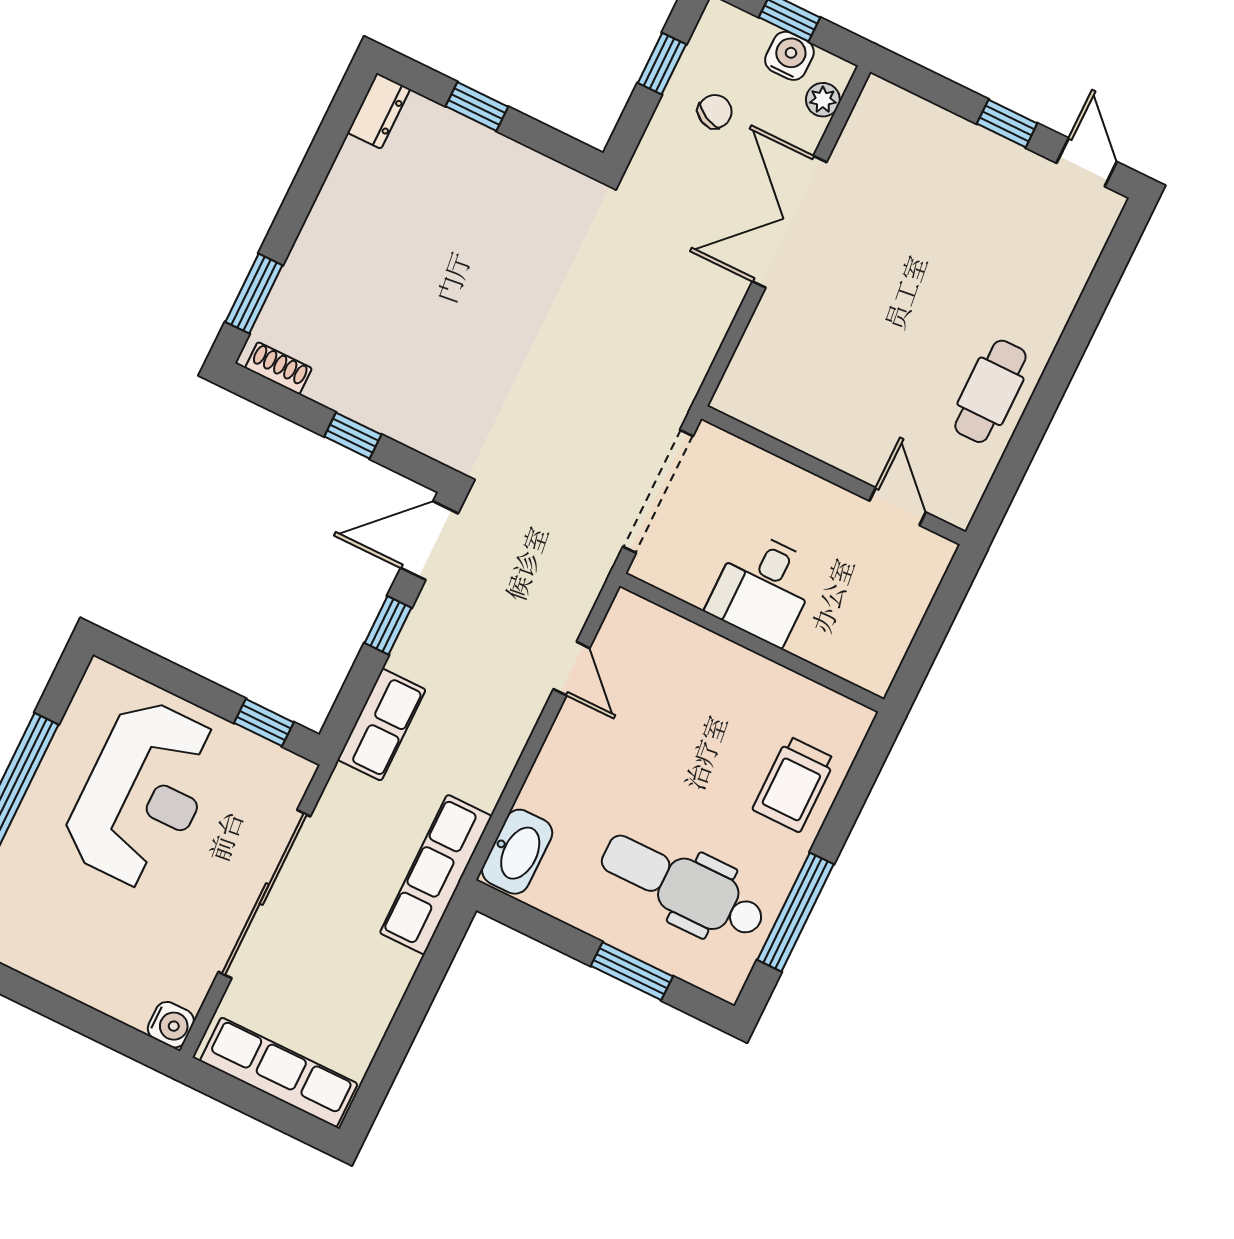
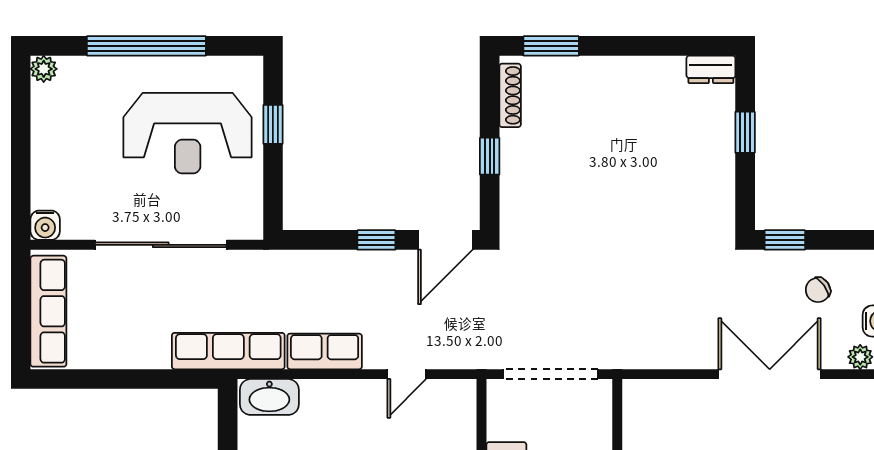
window: (662, 64) -> (785, 240), moved
chair: (715, 112) -> (818, 290), turned 118
shoe rack: (279, 368) -> (510, 95), width x1.43
door: (429, 541) -> (445, 240), swing flipped
window: (264, 723) -> (273, 124), moved
row of seats: (382, 725) -> (325, 351), moved, turned 180

